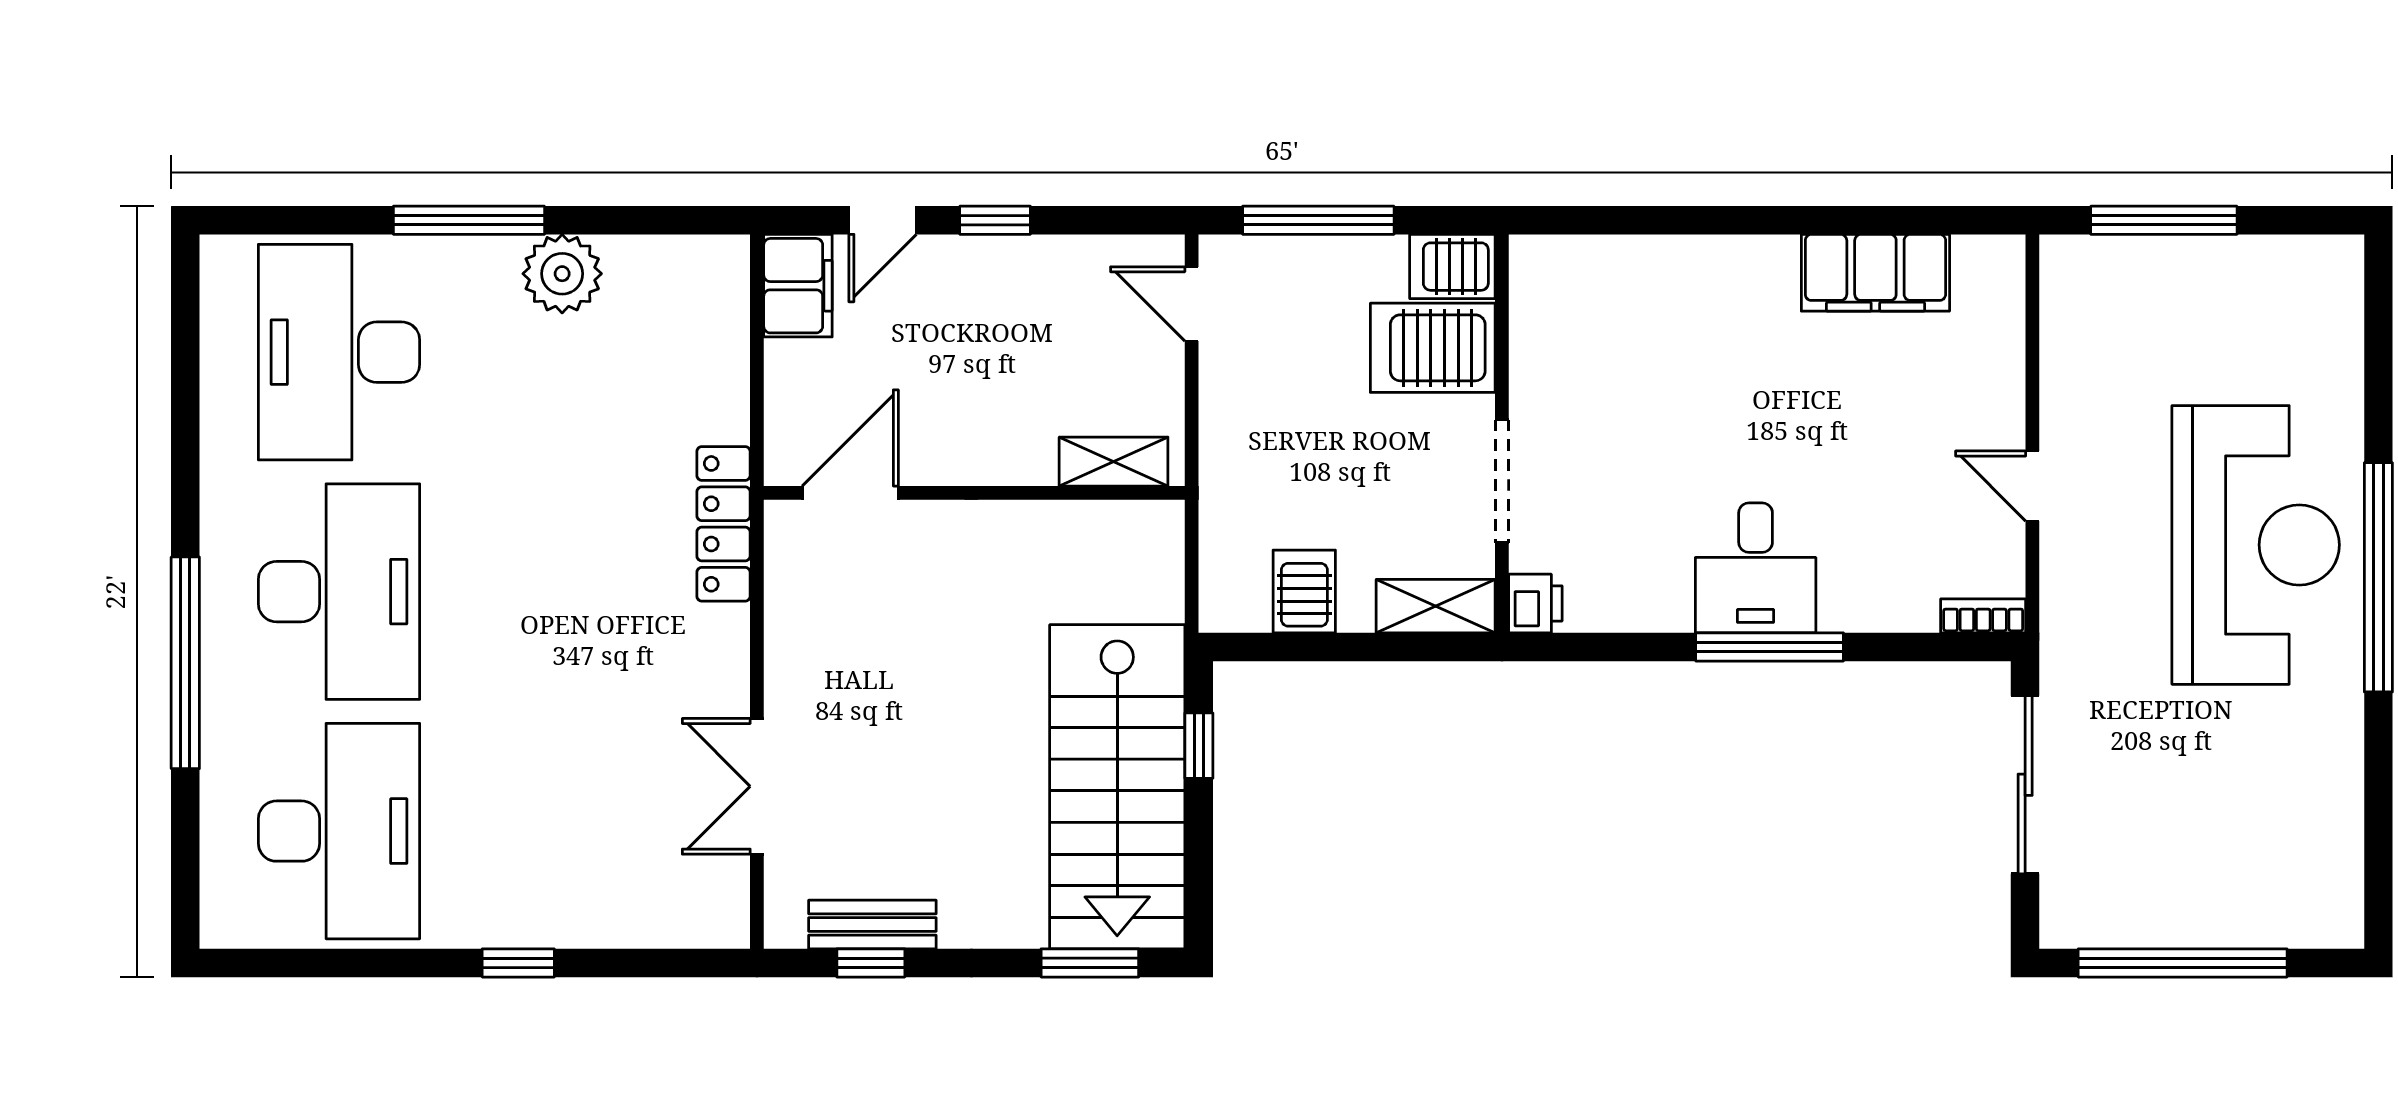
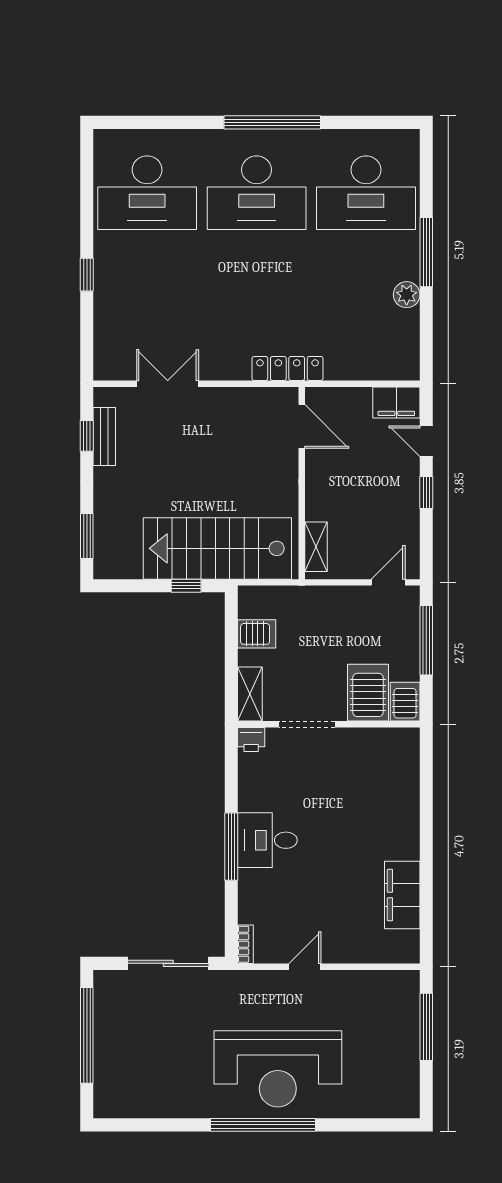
plant: (562, 274) -> (407, 295), width x0.73, depth x0.73
desk: (339, 352) -> (366, 193), turned 180
window: (185, 663) -> (272, 122), moved
stairs: (1117, 787) -> (217, 548), moved

